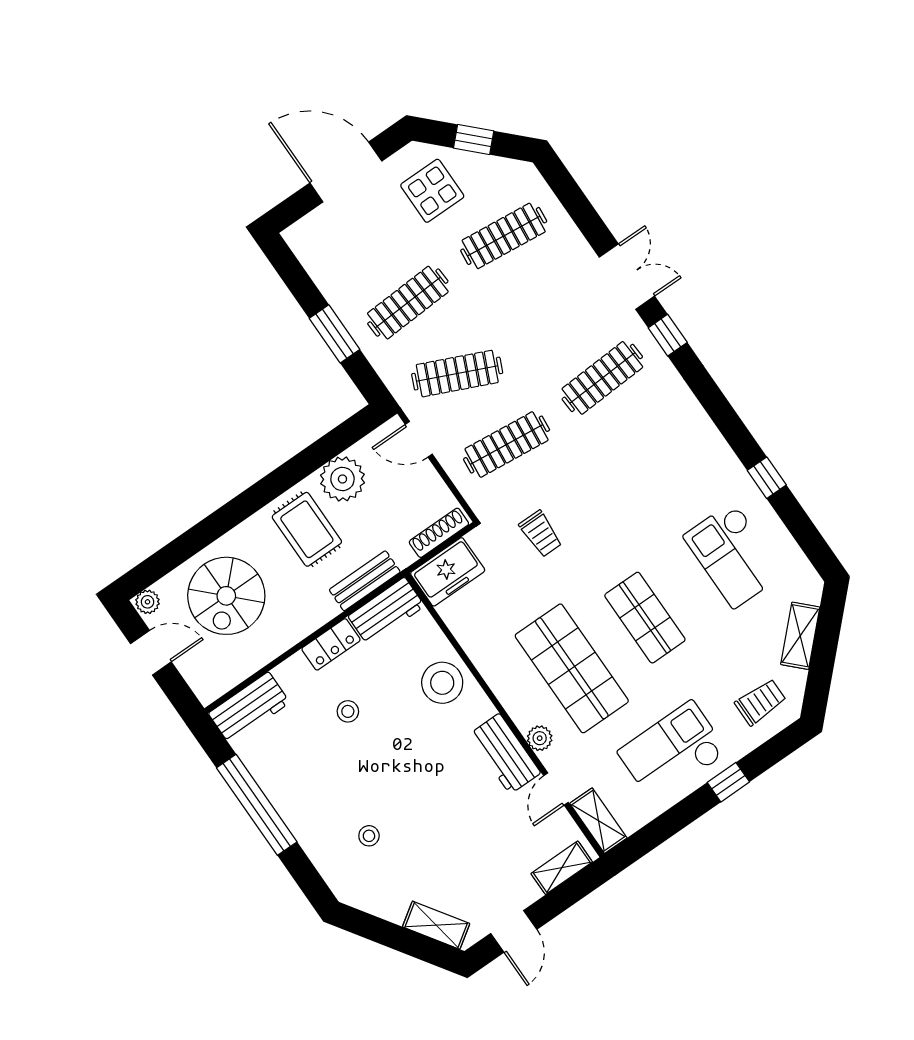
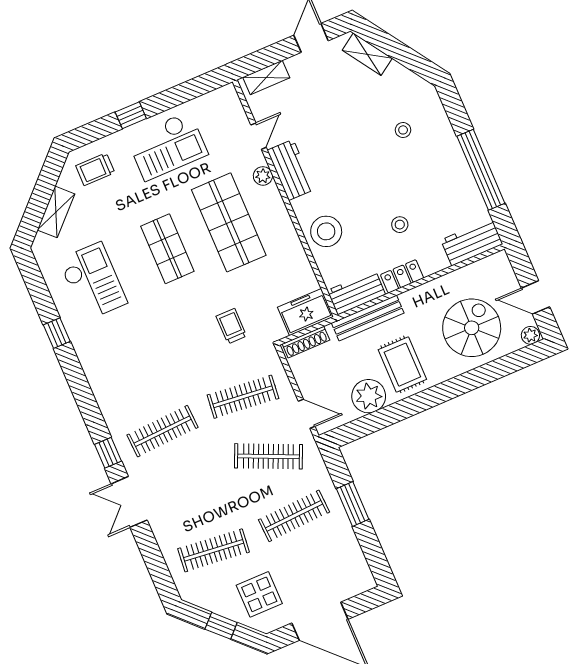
bench: (365, 581) -> (368, 318), width x1.36
shelving: (598, 821) -> (232, 107), removed

